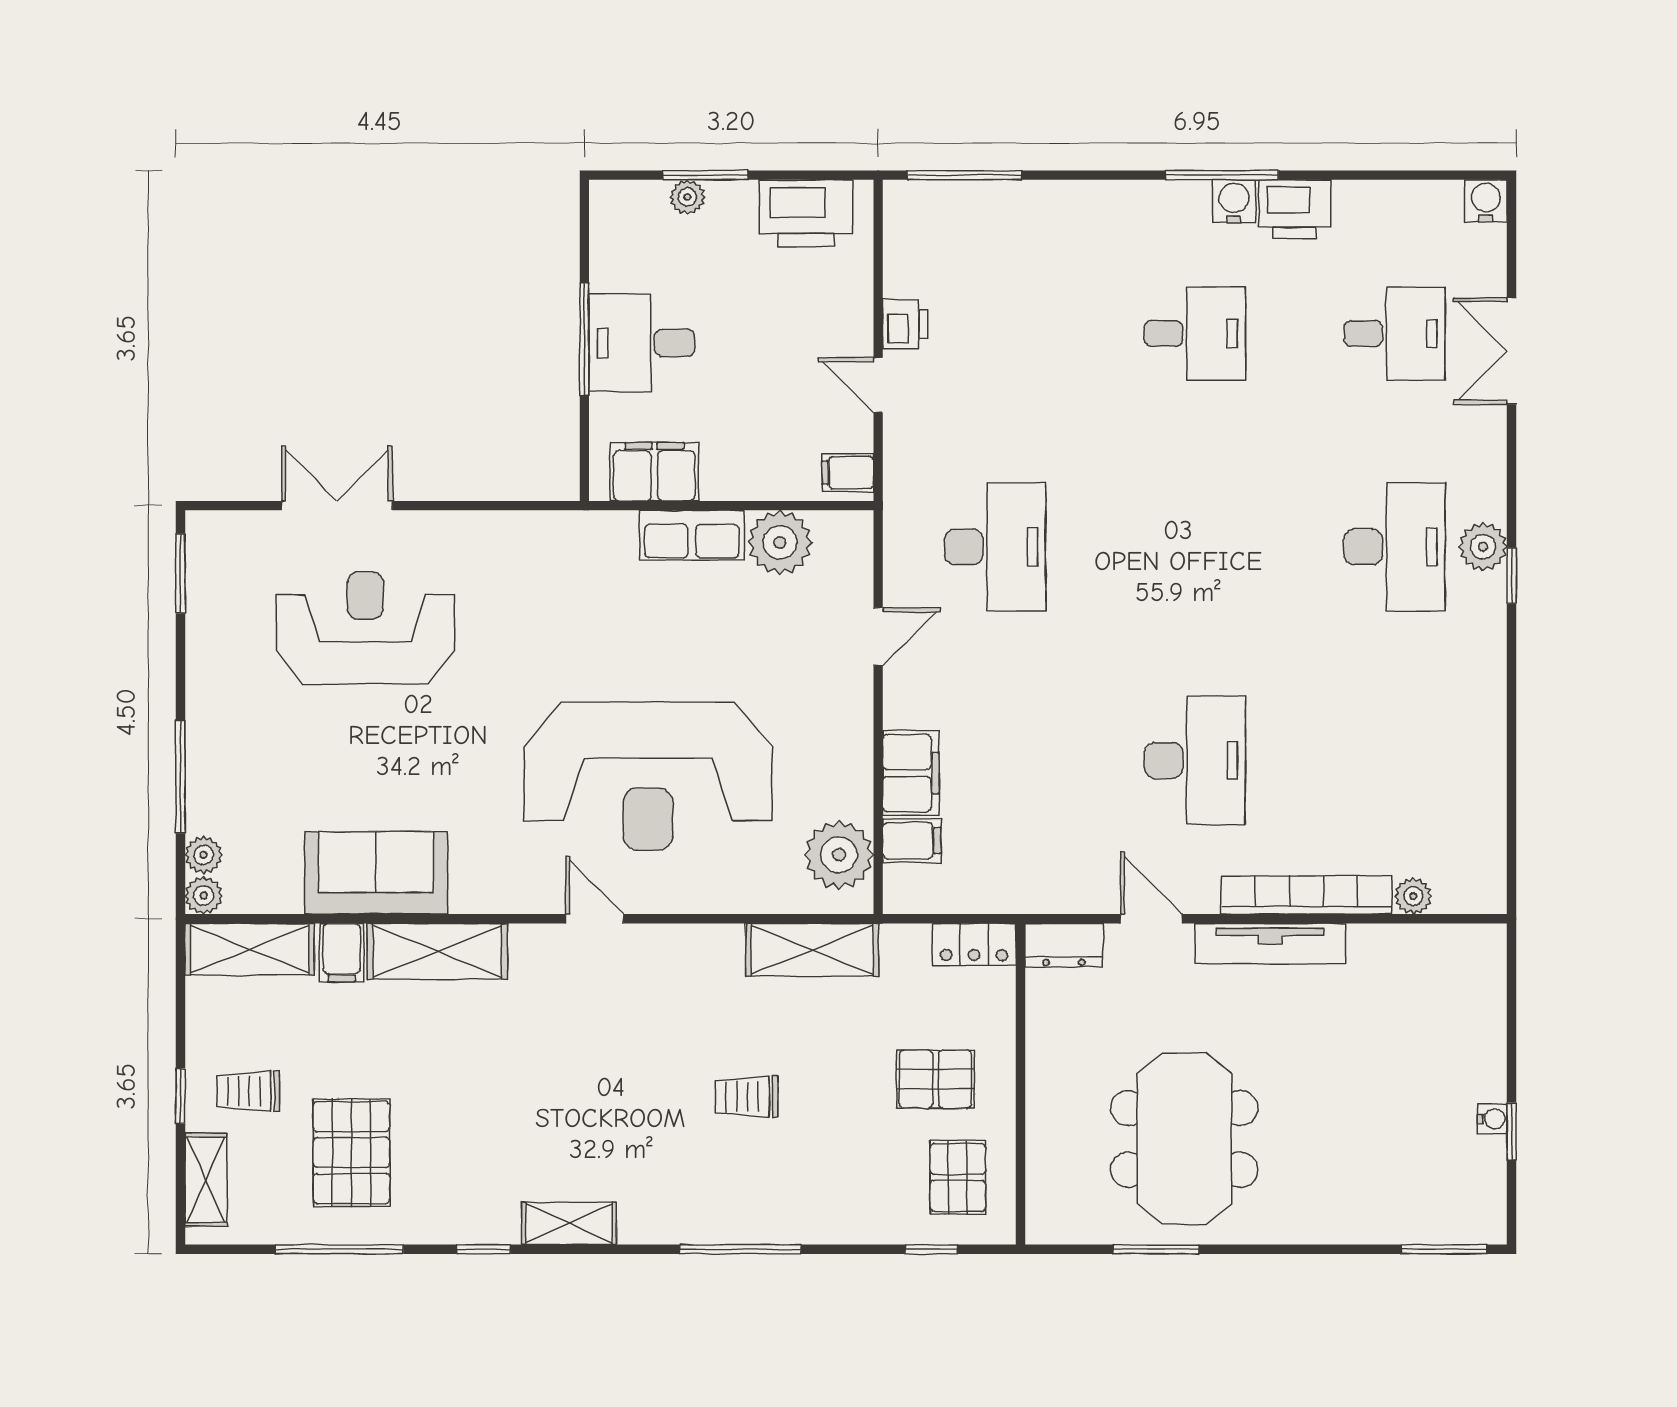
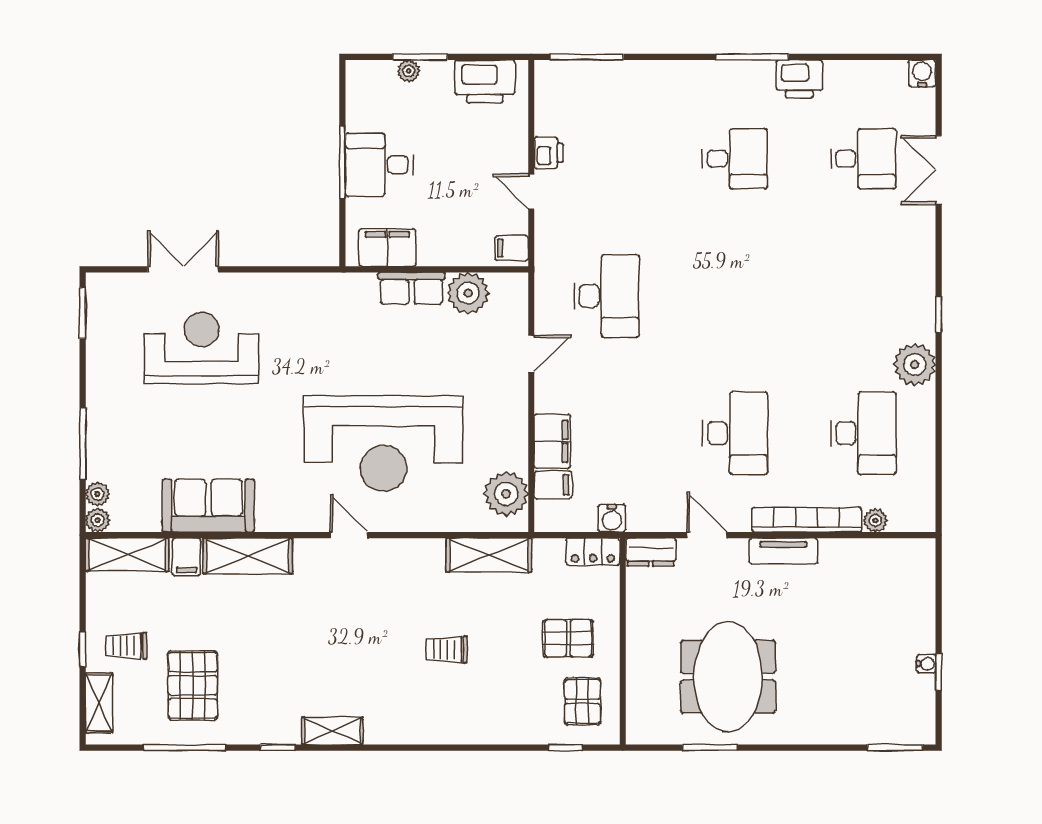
water cooler: (1234, 201) -> (612, 518), moved, turned 180
desk: (1395, 547) -> (863, 433), moved
plant: (1483, 547) -> (915, 364), moved, width x1.36, depth x1.36
tv unit: (1270, 944) -> (783, 551), width x0.71
window: (740, 1249) -> (443, 748), removed

